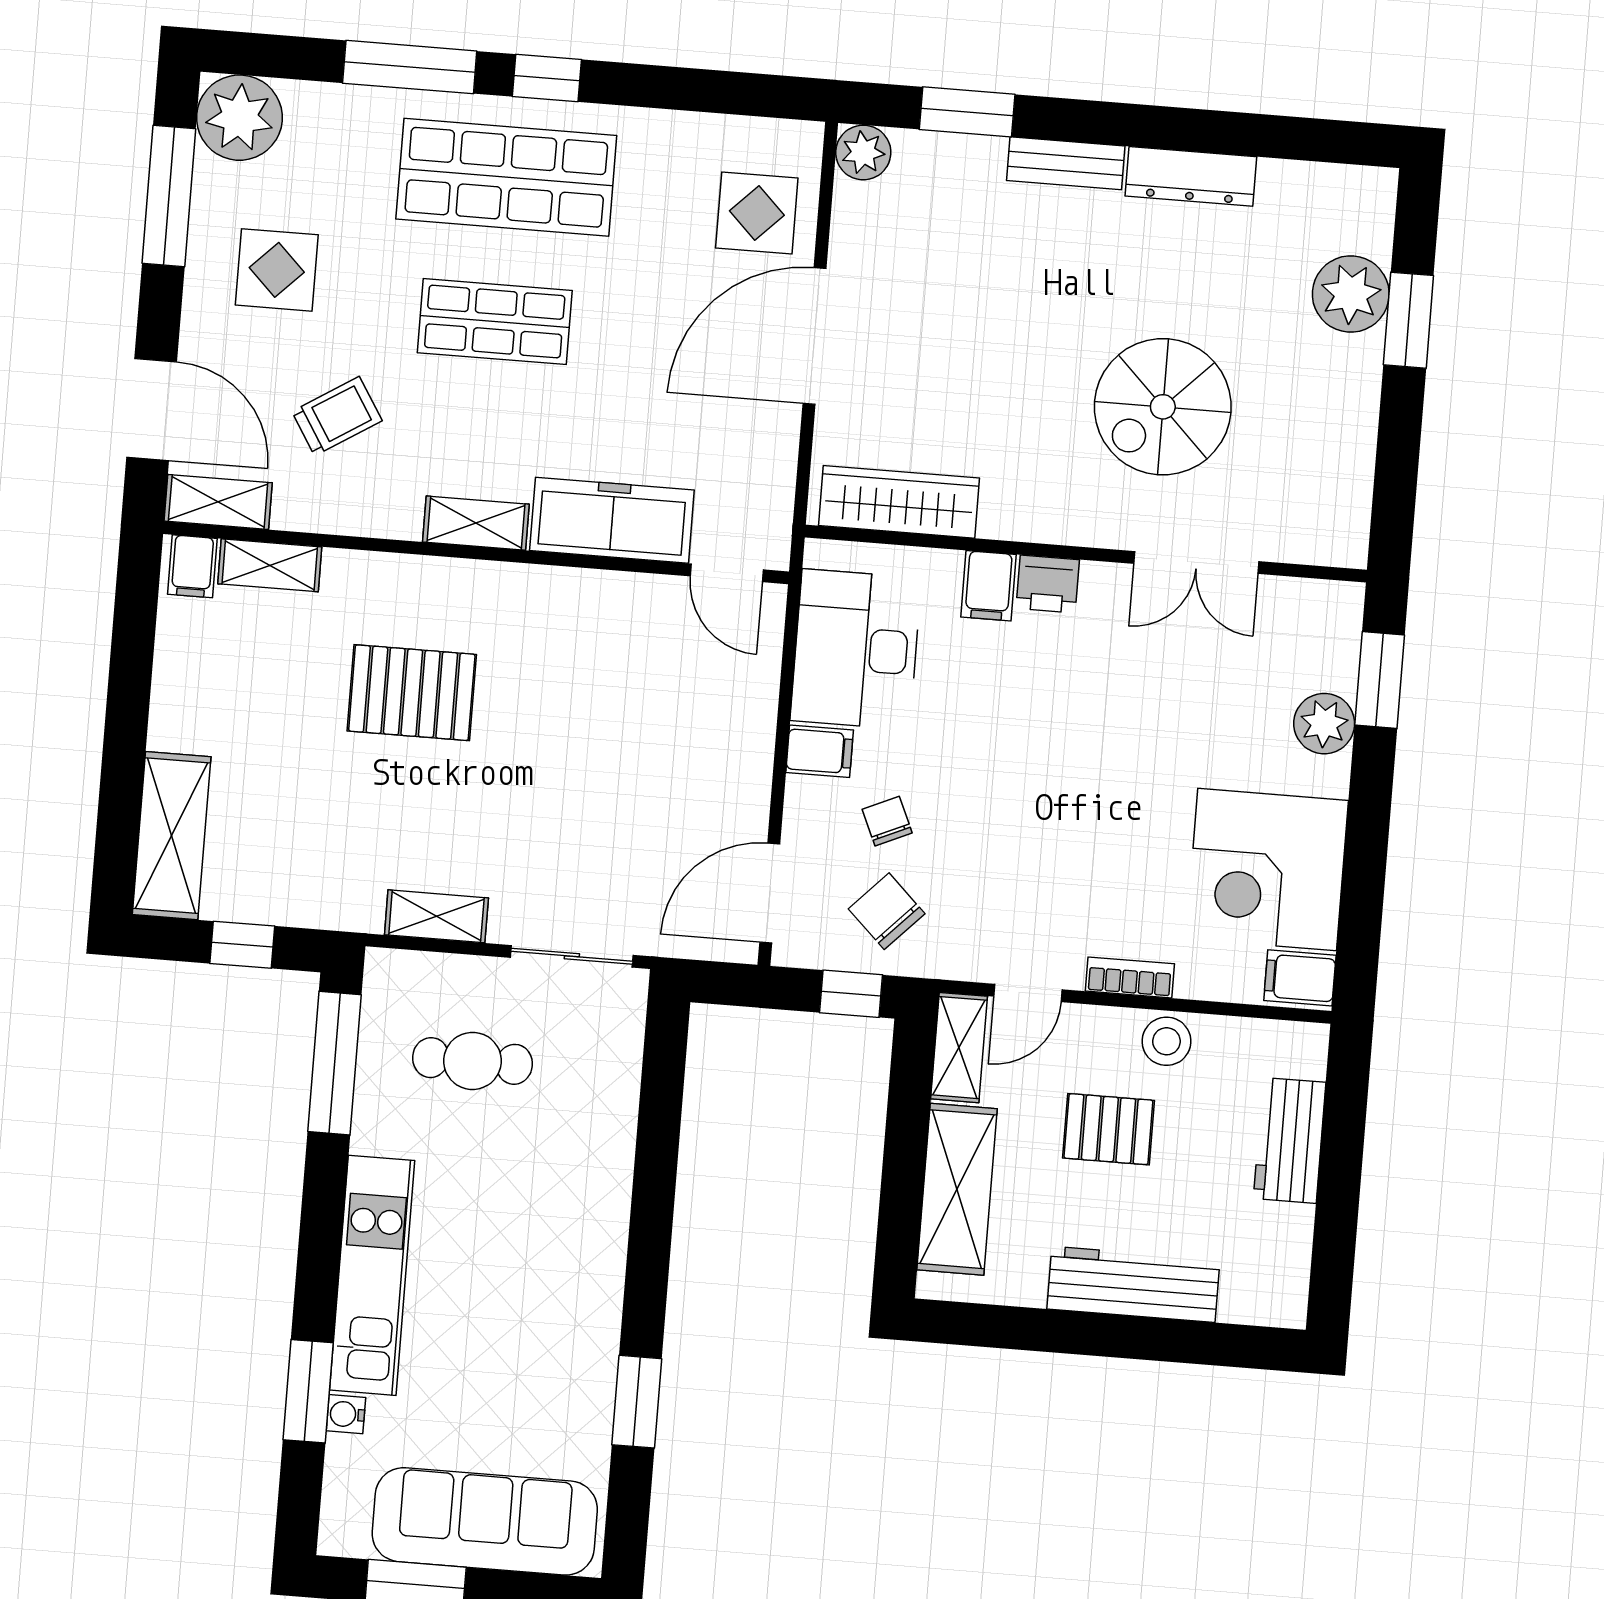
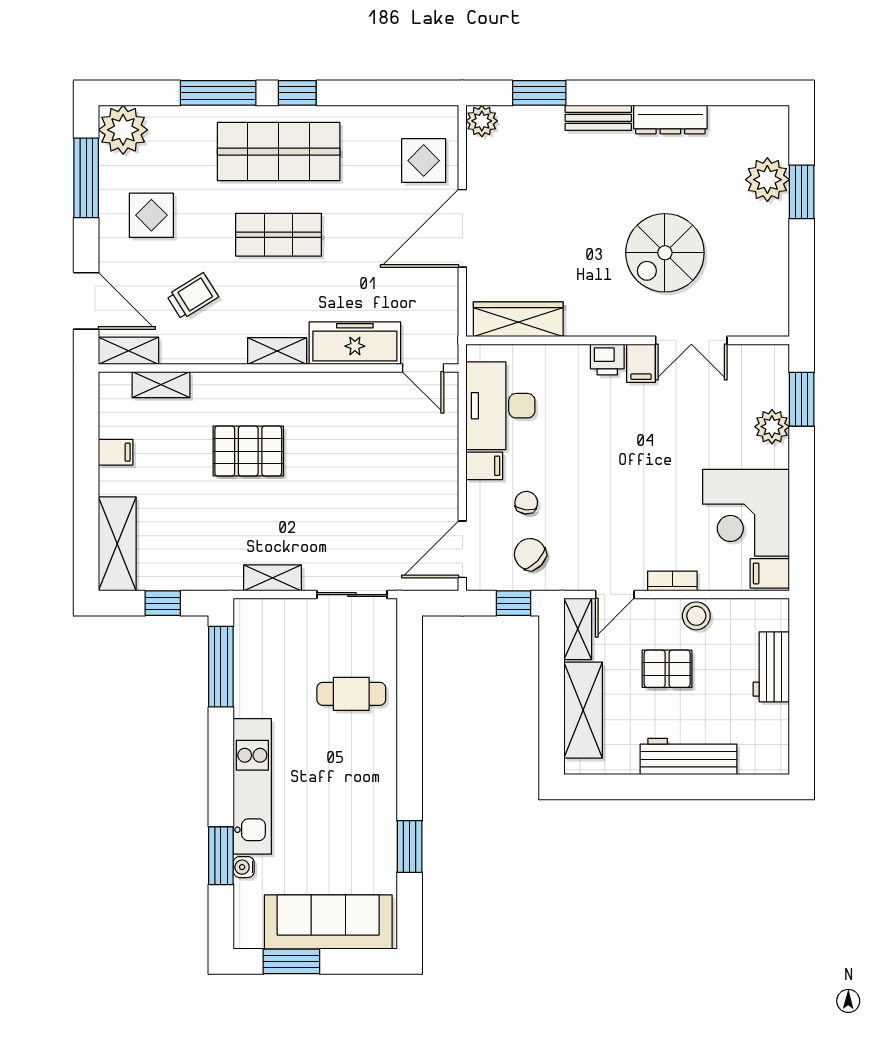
filing cabinet: (192, 566) -> (116, 452), moved, turned -90
filing cabinet: (989, 586) -> (641, 363), moved
chair: (887, 821) -> (526, 503), turned 31
cafe table: (473, 1061) -> (351, 694), moved

